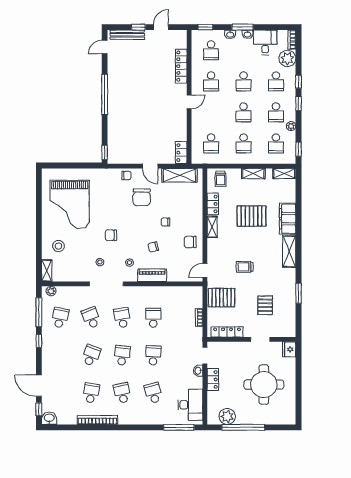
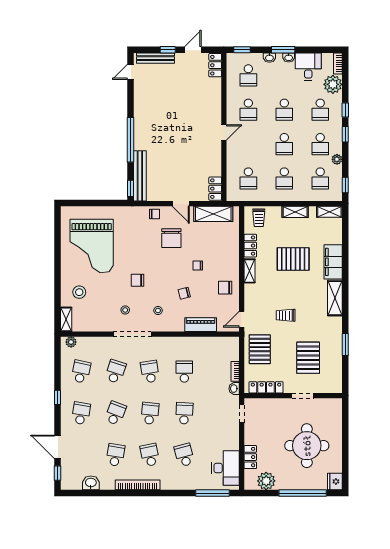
locker: (181, 66) -> (215, 65), moved, width x0.66
window: (105, 94) -> (130, 140), moved
bench: (113, 141) -> (140, 176), added
piano: (152, 275) -> (201, 325), moved
pallet: (221, 298) -> (260, 349), turned 90
pallet: (265, 305) -> (308, 358), width x1.50, depth x1.42
window: (39, 312) -> (58, 366), removed
school desk: (91, 318) -> (115, 372), turned 39
fridge: (289, 349) -> (335, 481), moved
school desk: (60, 355) -> (81, 413), added
washbasin: (198, 371) -> (234, 389), moved
locker: (213, 379) -> (250, 457), moved
washbasin: (49, 418) -> (91, 483), moved
bookcase: (97, 420) -> (138, 485), moved
window: (243, 427) -> (303, 493), moved

